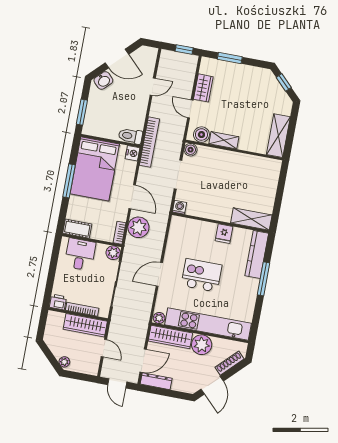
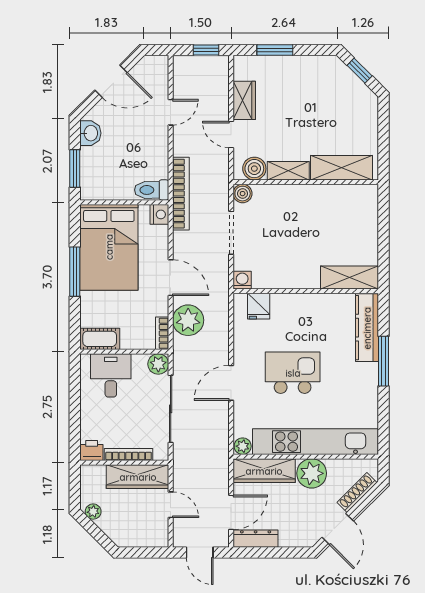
washbasin: (103, 80) -> (90, 133), moved, turned -45
shelving: (278, 136) -> (342, 168), moved, turned 90
fridge: (224, 234) -> (259, 306), moved
plant: (64, 362) -> (93, 512), moved

